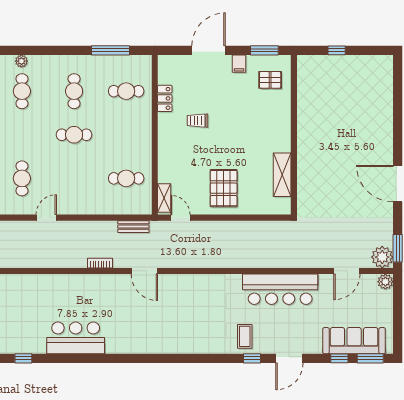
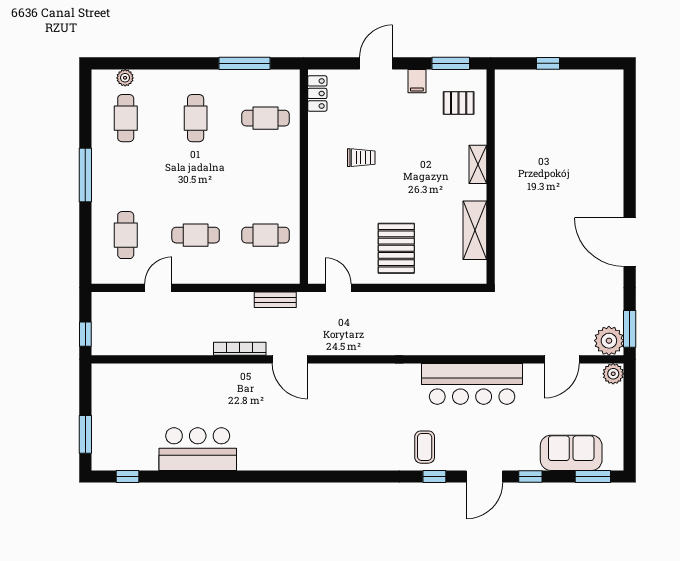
door: (209, 50) -> (376, 63), width x0.73
locker: (165, 98) -> (317, 93), moved
trolley: (198, 121) -> (361, 158), turned 180
cafe table: (74, 135) -> (196, 235), moved
shelving: (164, 198) -> (478, 164), moved
bookcase: (100, 263) -> (240, 349), width x1.56
sofa: (354, 341) -> (571, 453), width x0.73
window: (339, 358) -> (530, 477), moved

